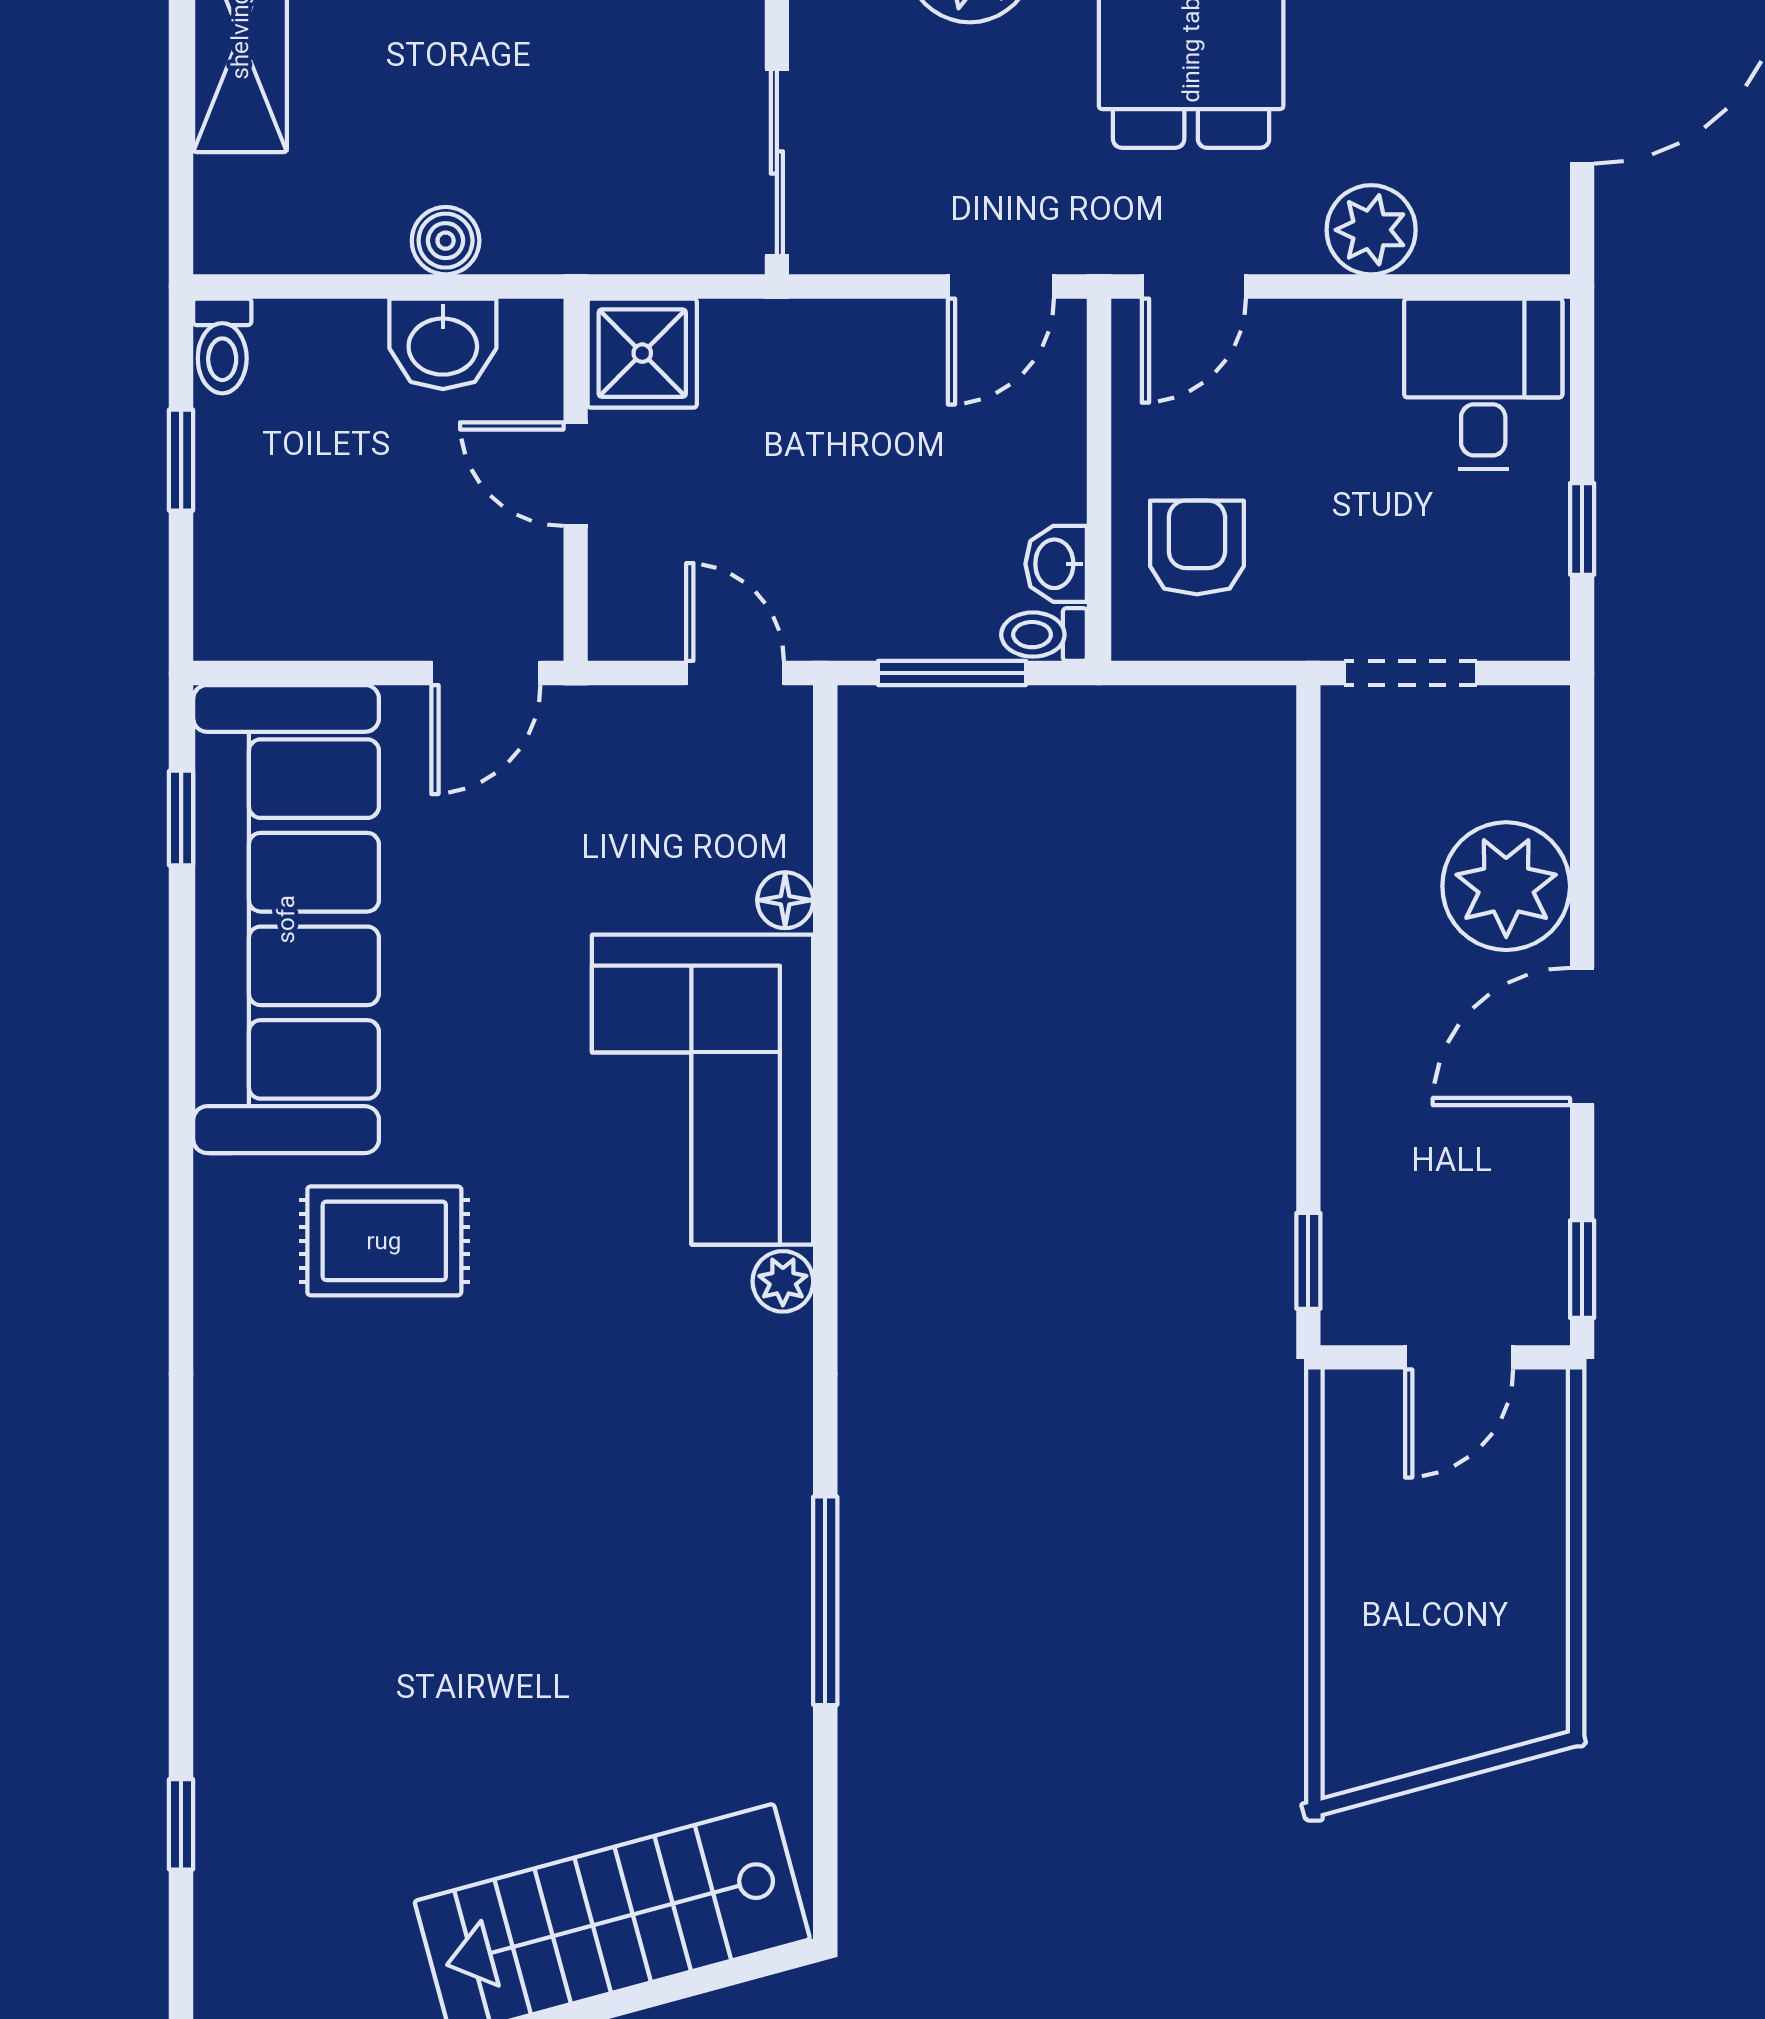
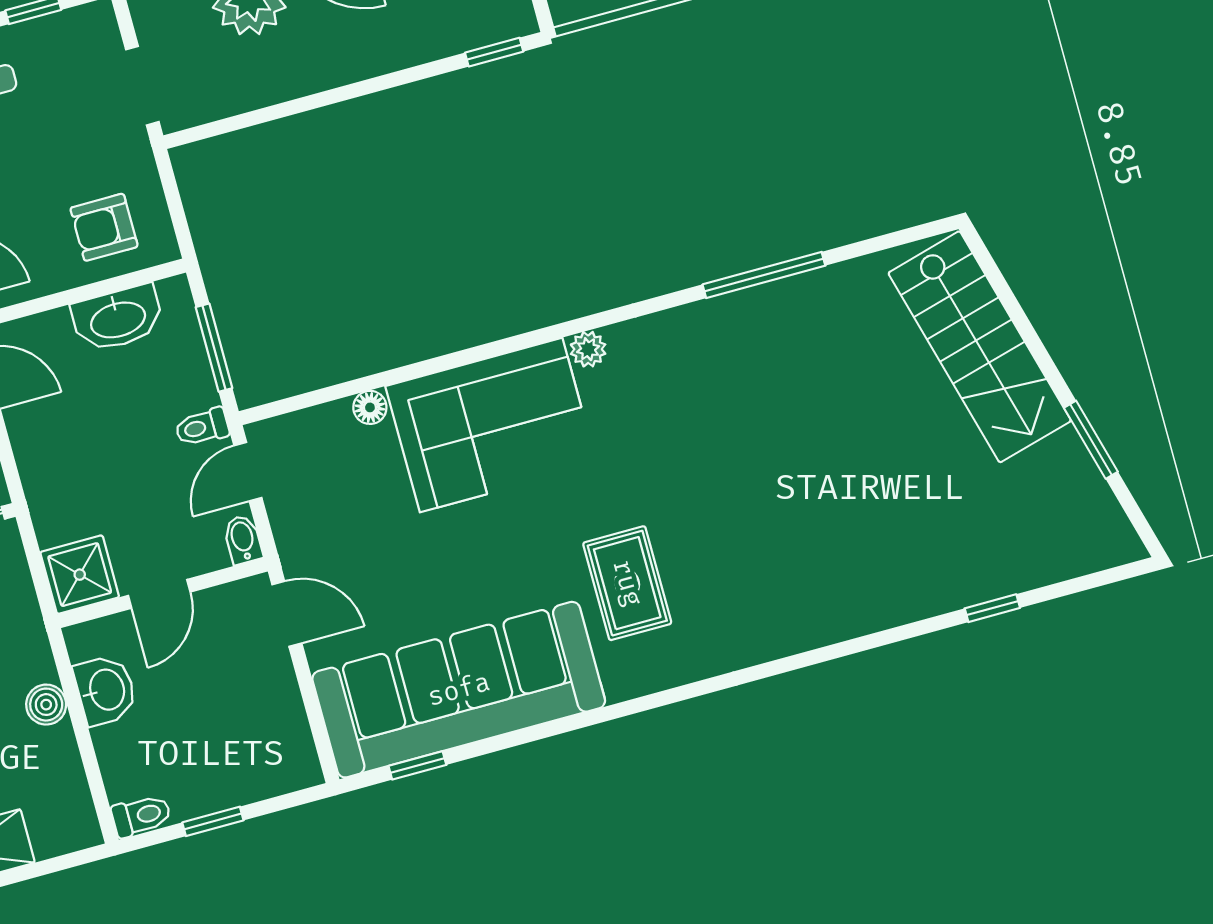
washbasin: (1056, 564) -> (118, 318), width x1.91, depth x1.45
bidet: (627, 634) -> (243, 540), added
toilet: (1044, 635) -> (202, 427), moved, turned 90

